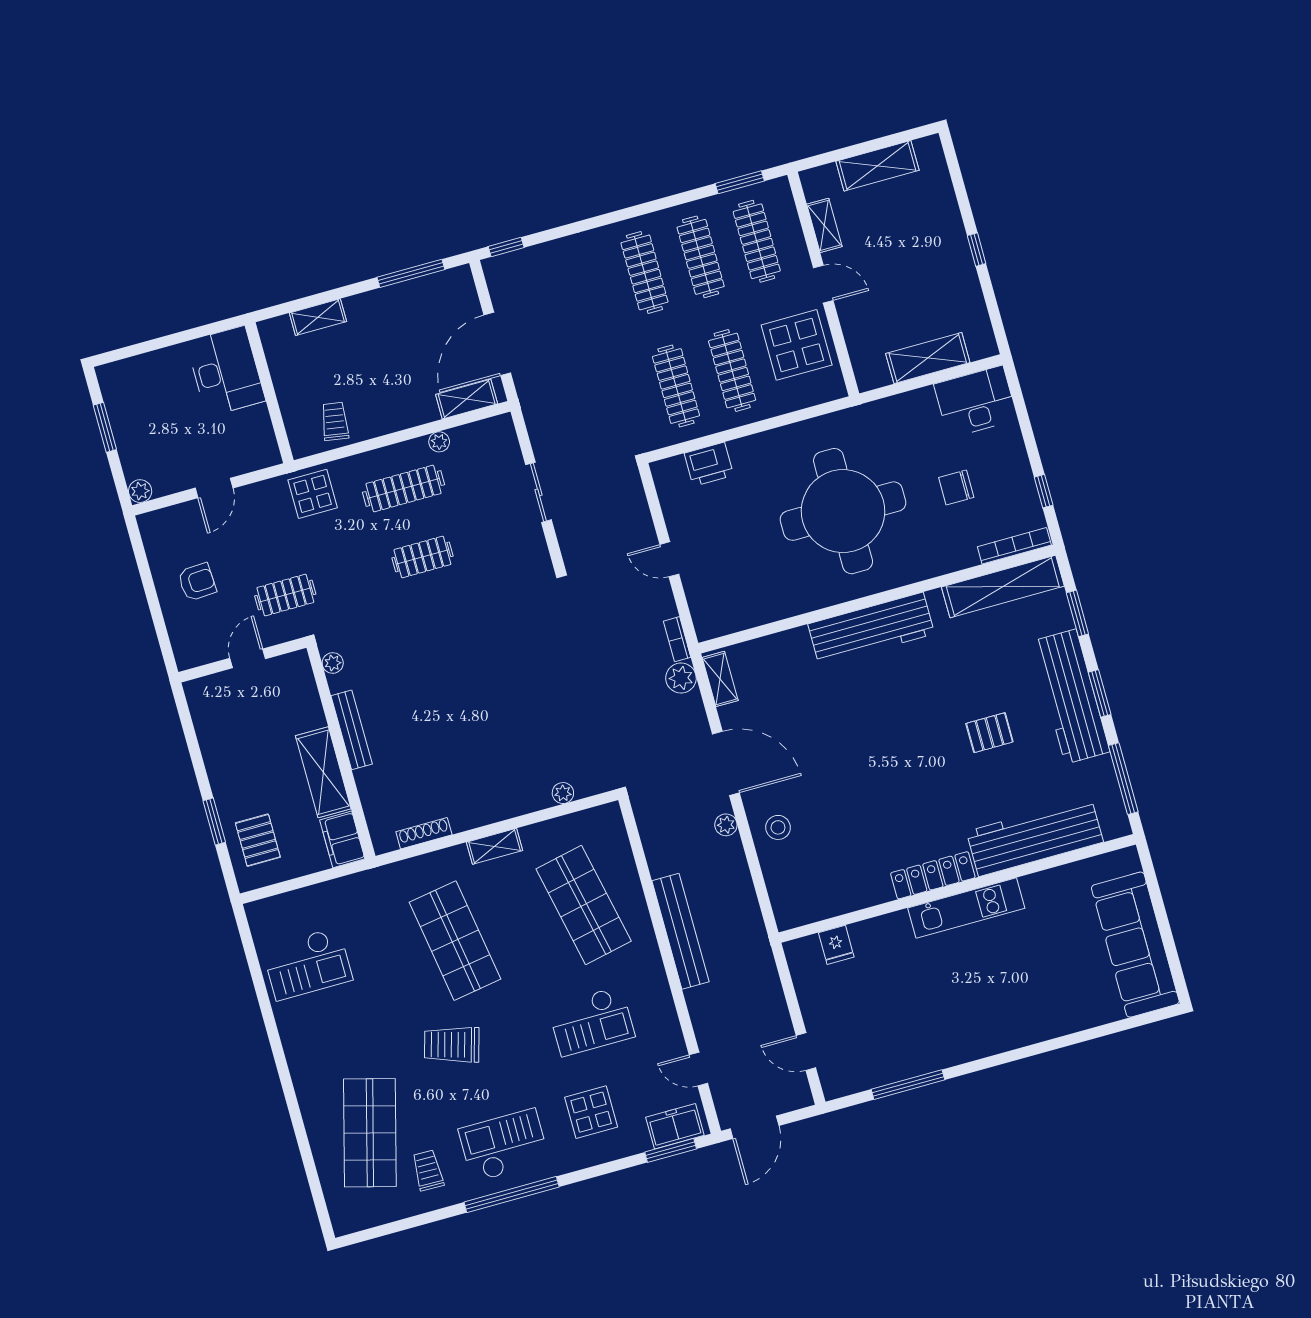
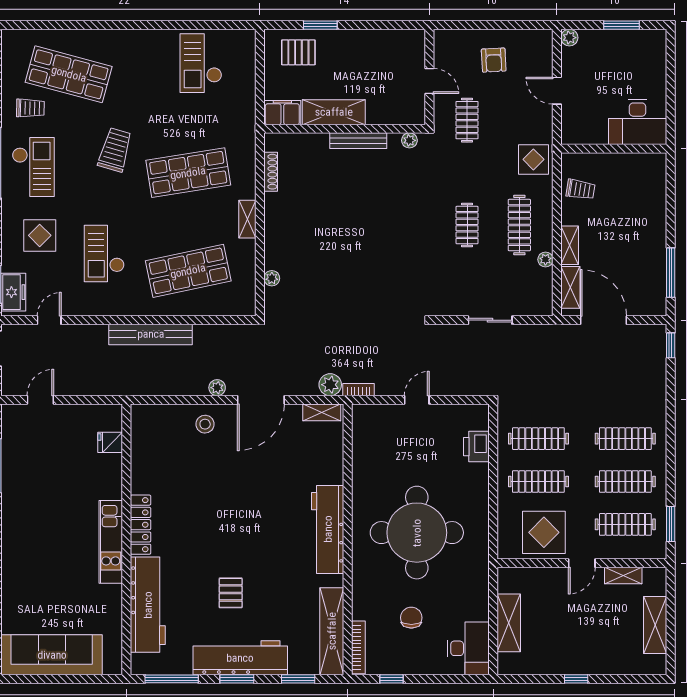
shelving: (318, 317) -> (570, 245), moved

